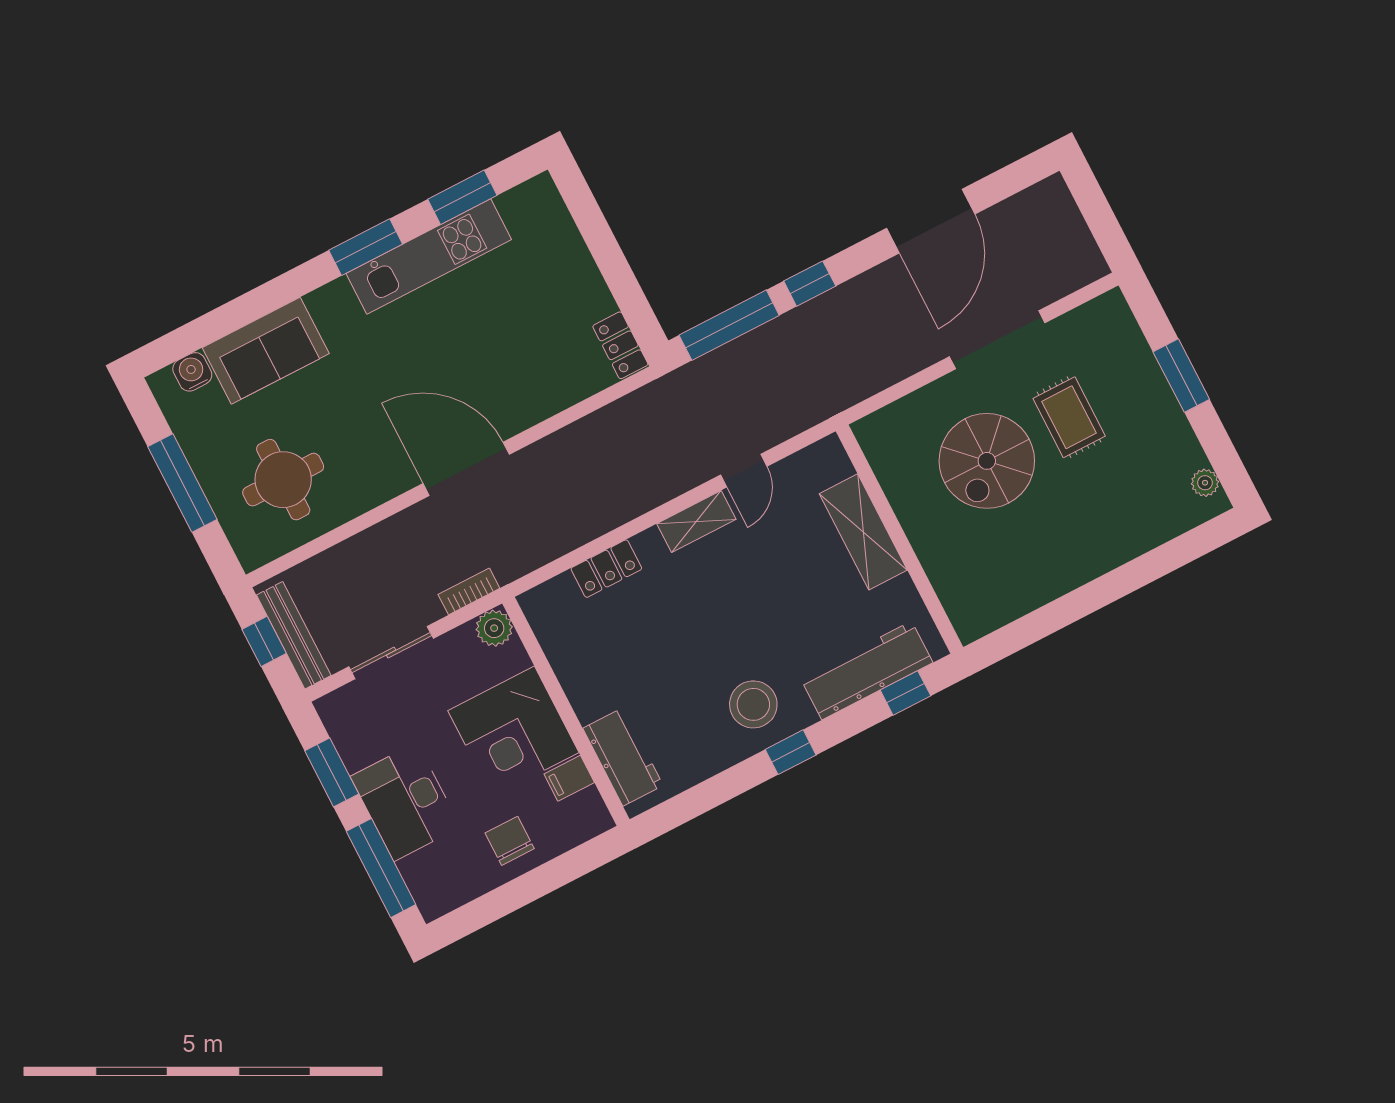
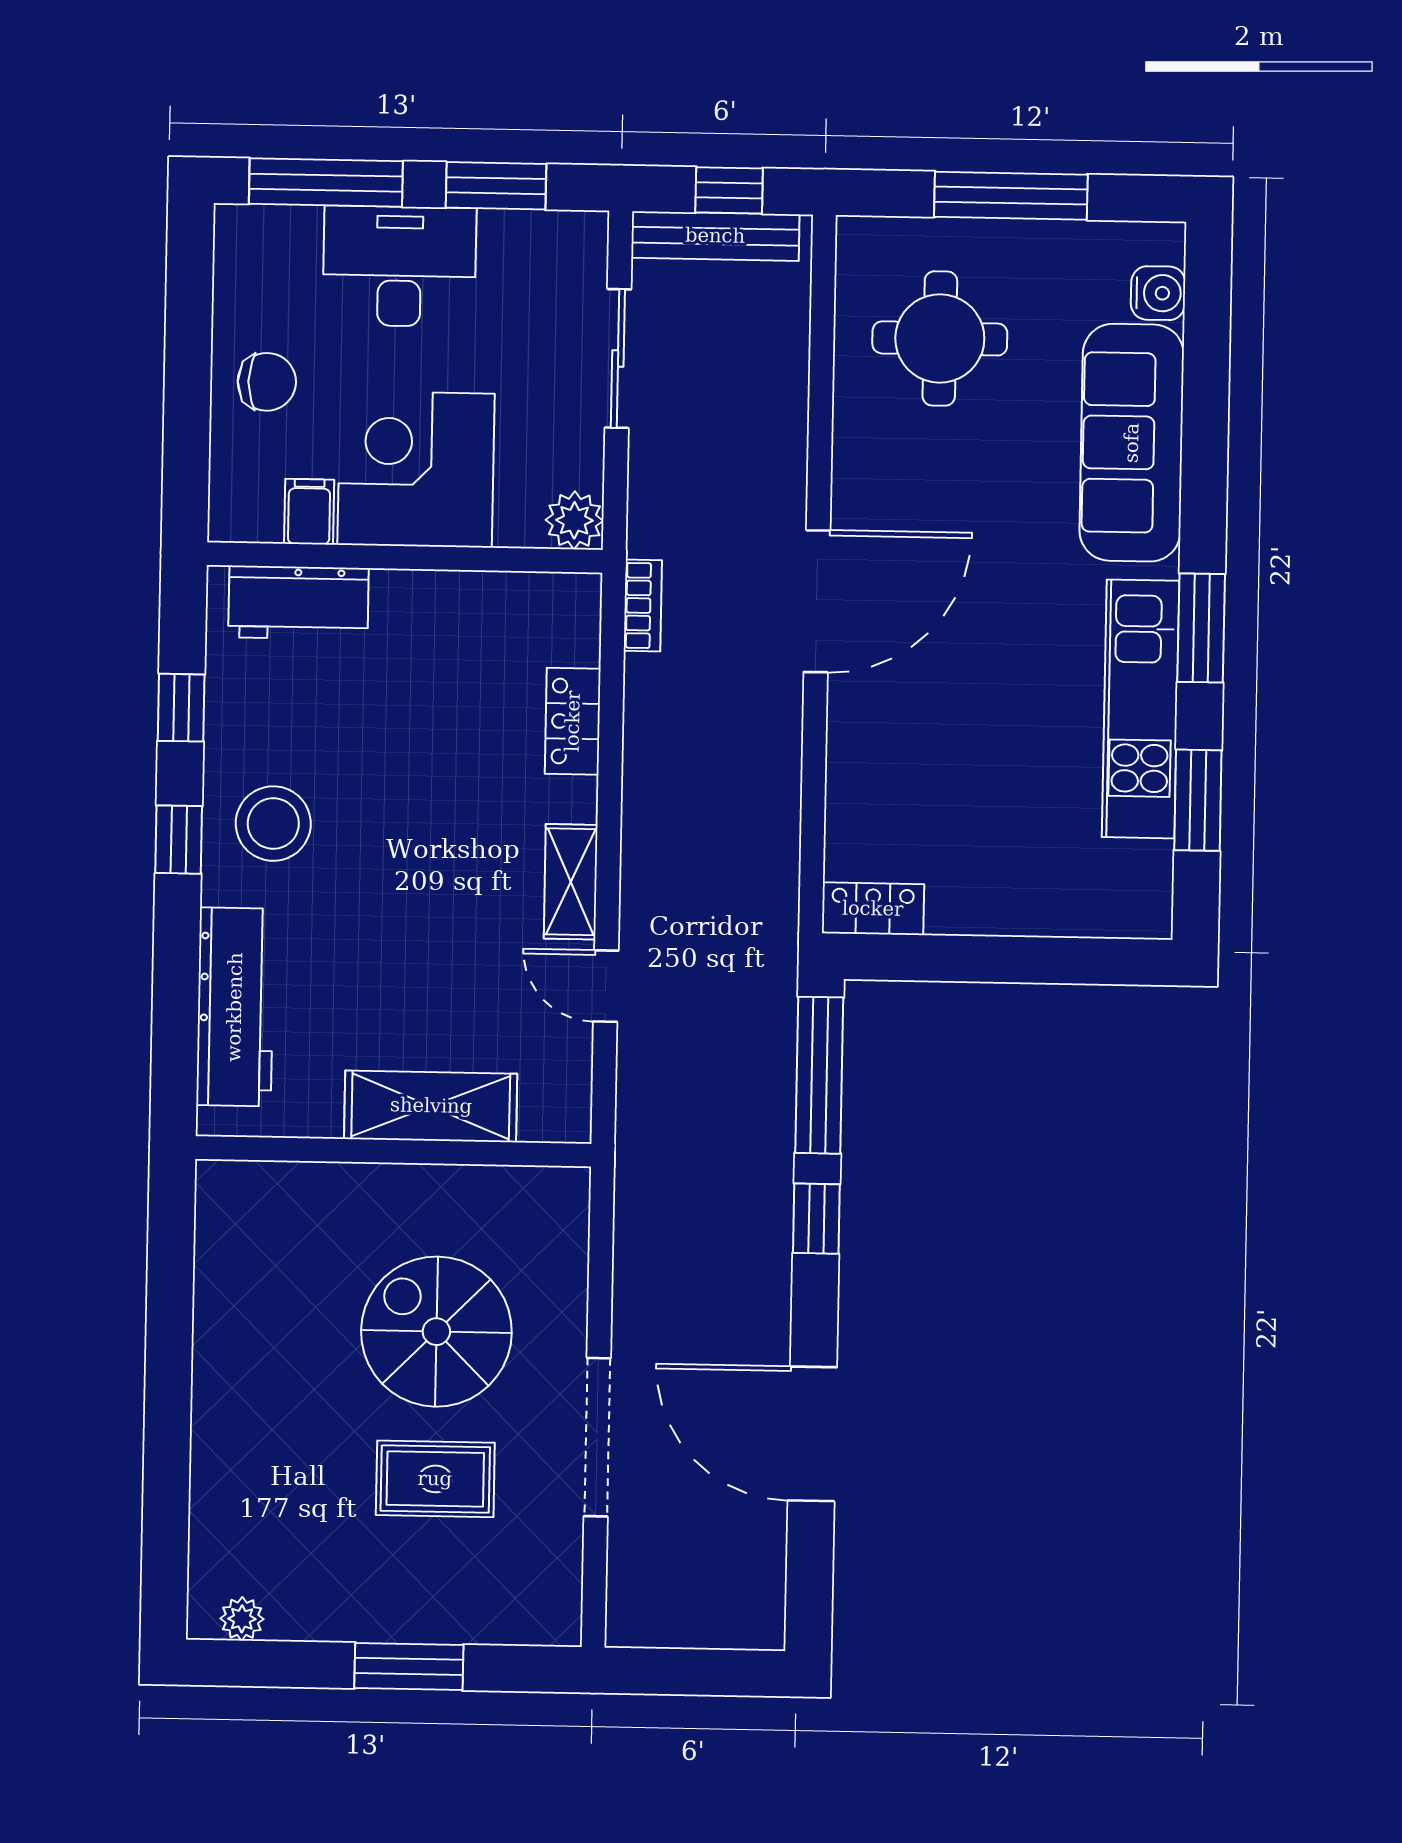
sofa: (266, 351) -> (1132, 443), width x1.36
bookcase: (469, 591) -> (643, 606), moved
window: (905, 693) -> (181, 708), moved

